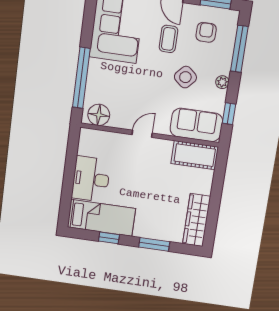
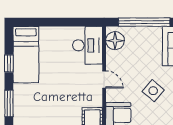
side table: (185, 77) -> (153, 91), moved
desk: (91, 179) -> (88, 45), moved, turned 90

